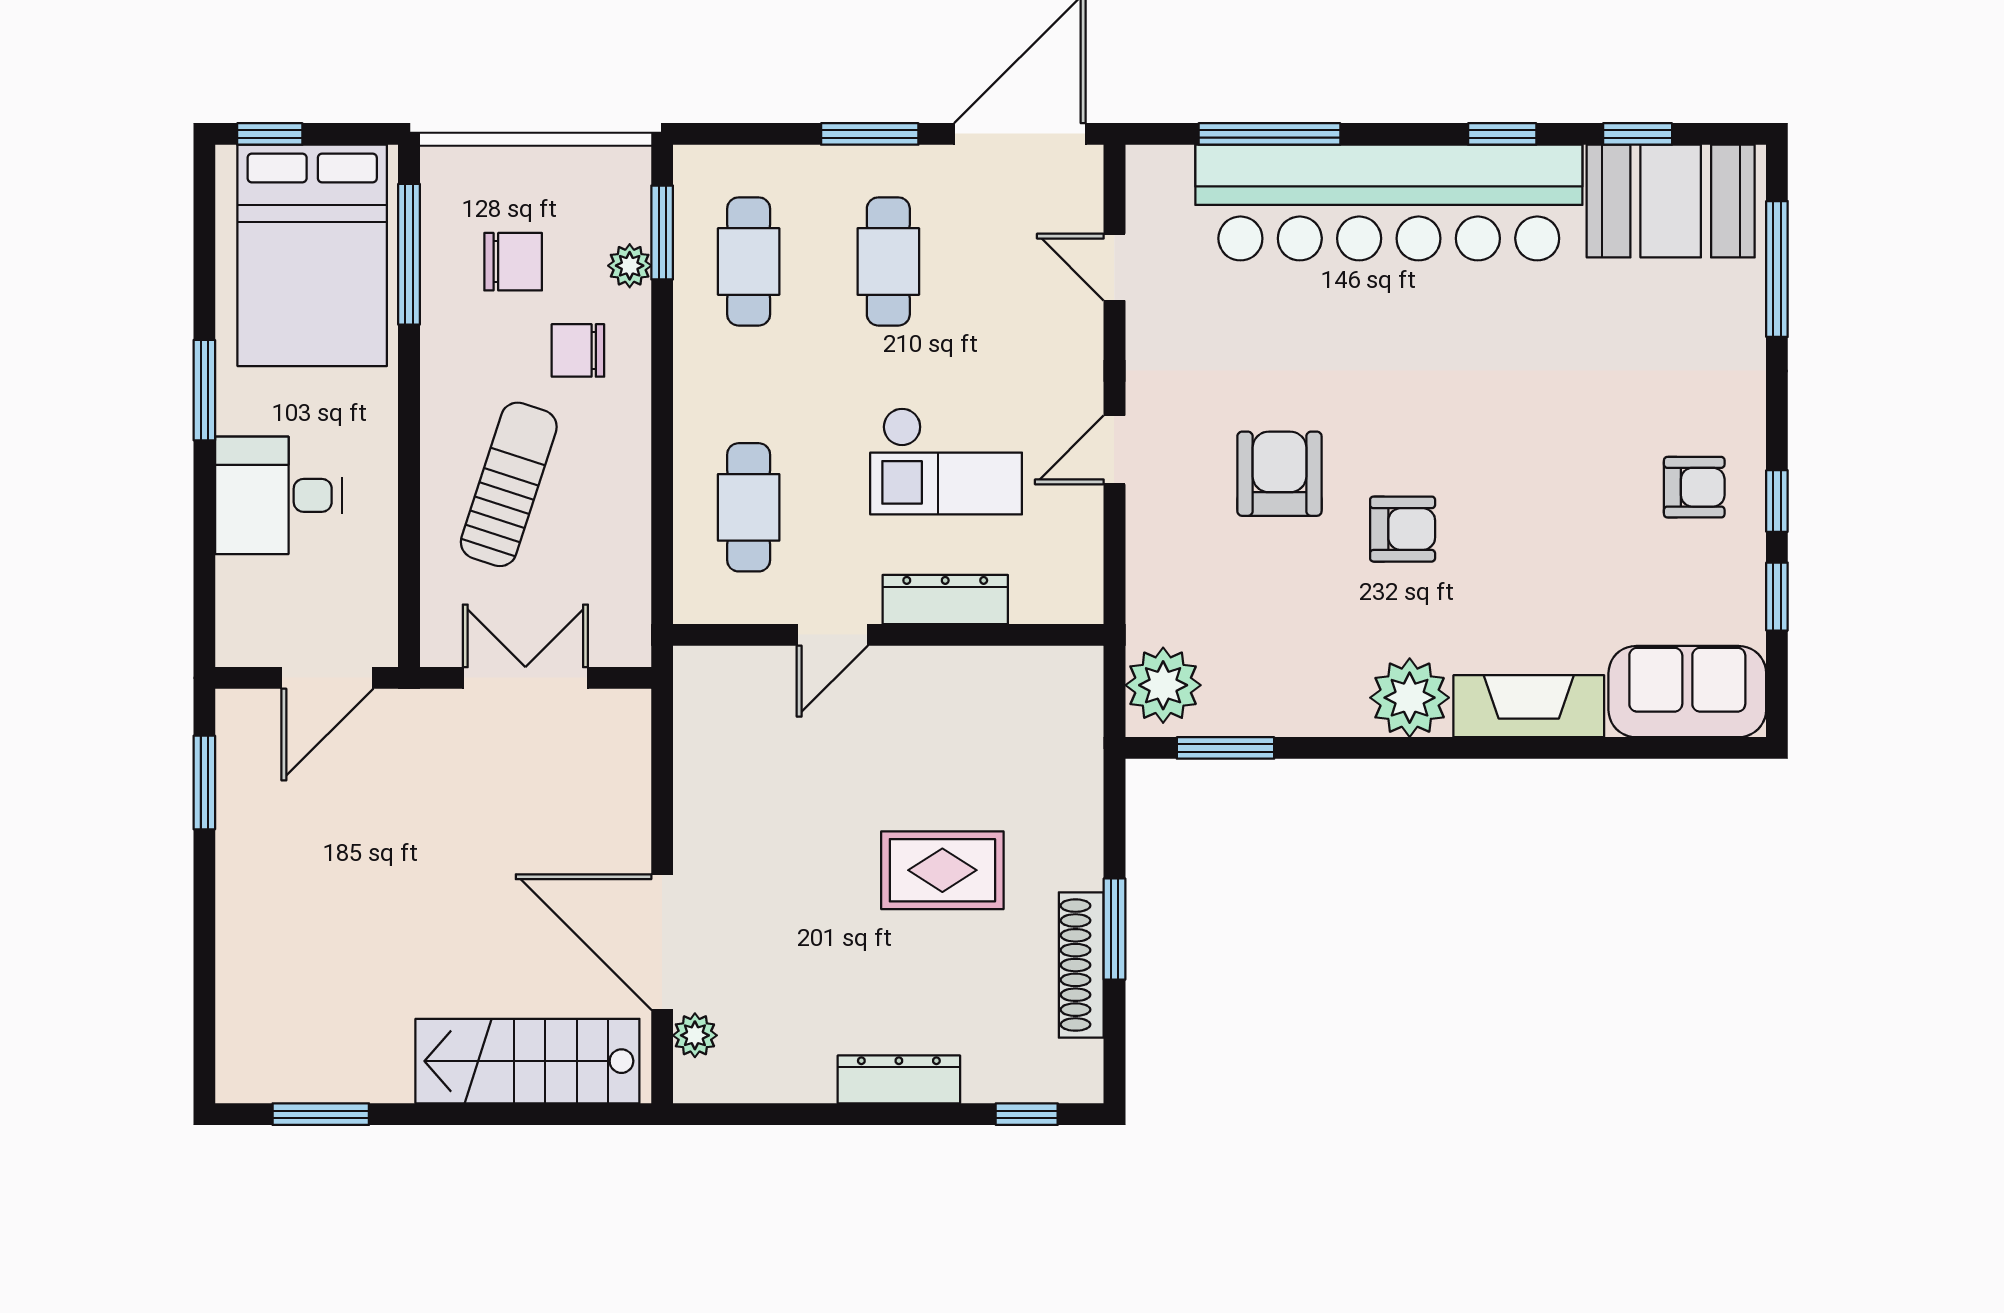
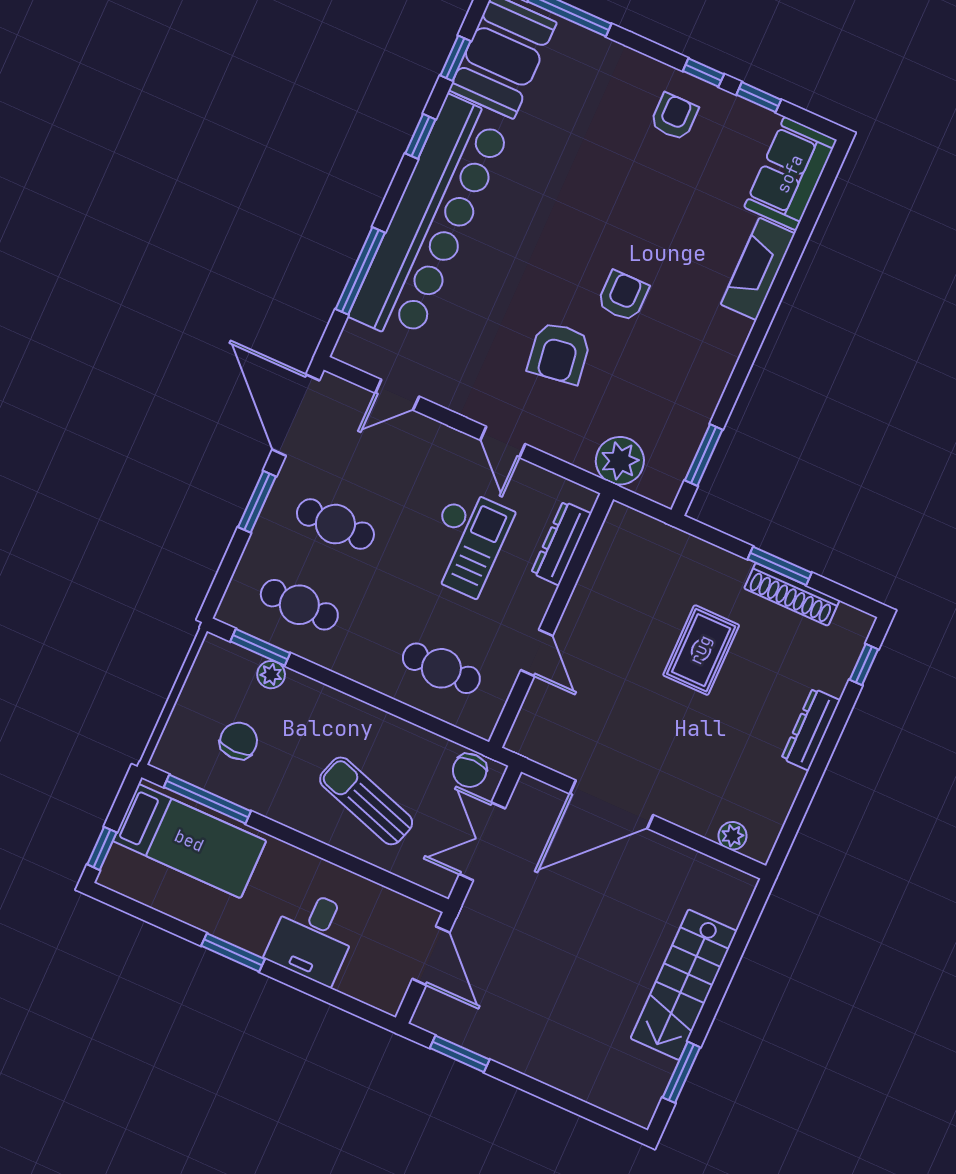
bed: (312, 255) -> (189, 841), width x0.67
chair: (578, 350) -> (470, 770), moved
armchair: (1279, 474) -> (559, 353), turned -98
dresser: (945, 600) -> (561, 543), moved
plant: (1163, 685) -> (620, 461), moved
plant: (1410, 698) -> (722, 336), removed
door: (662, 942) -> (612, 804), moved
stairs: (527, 1061) -> (684, 985), moved

